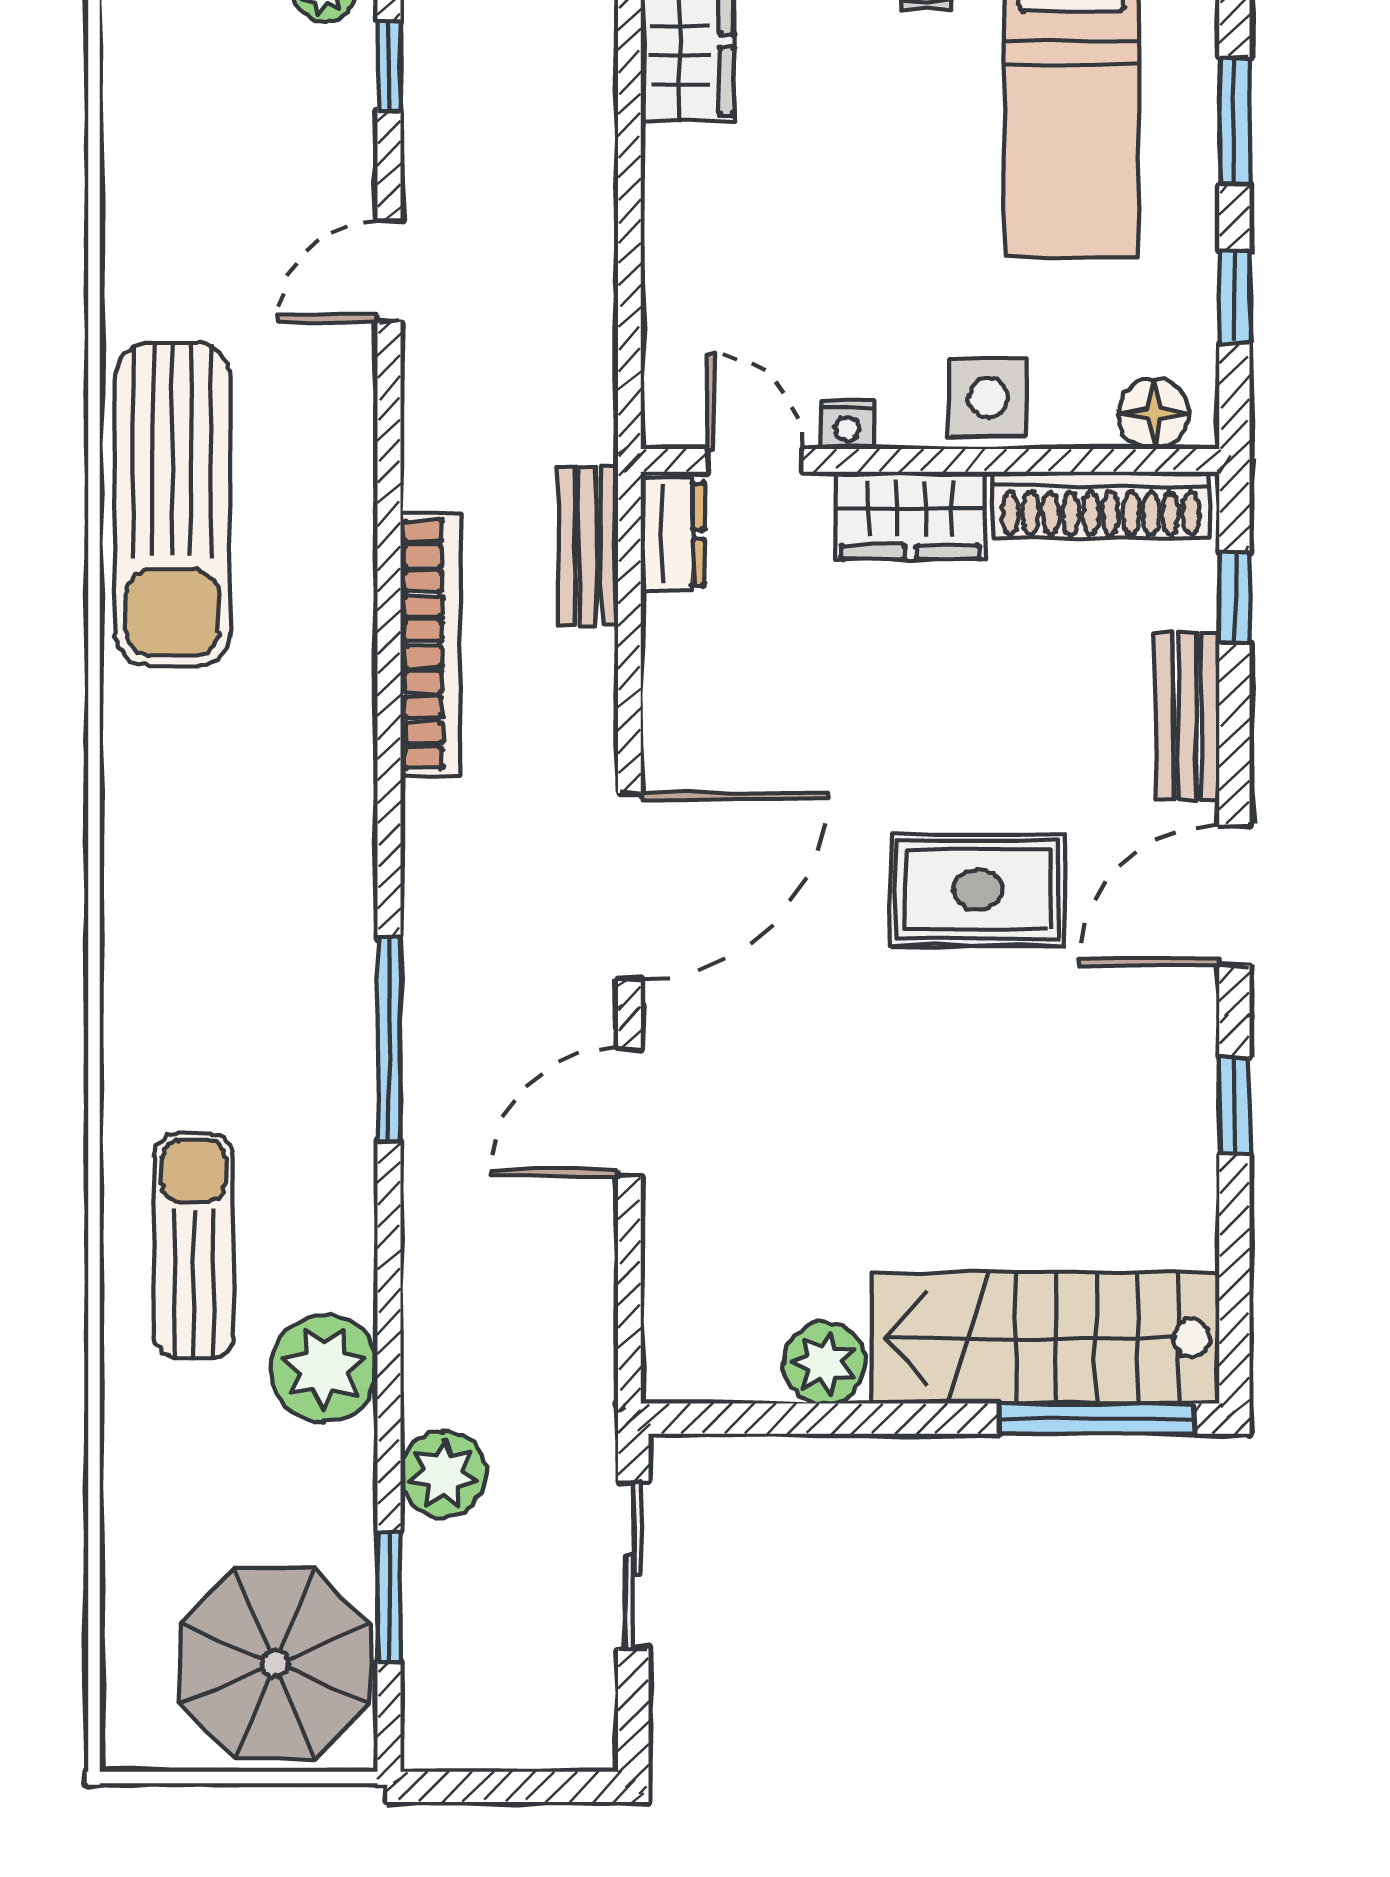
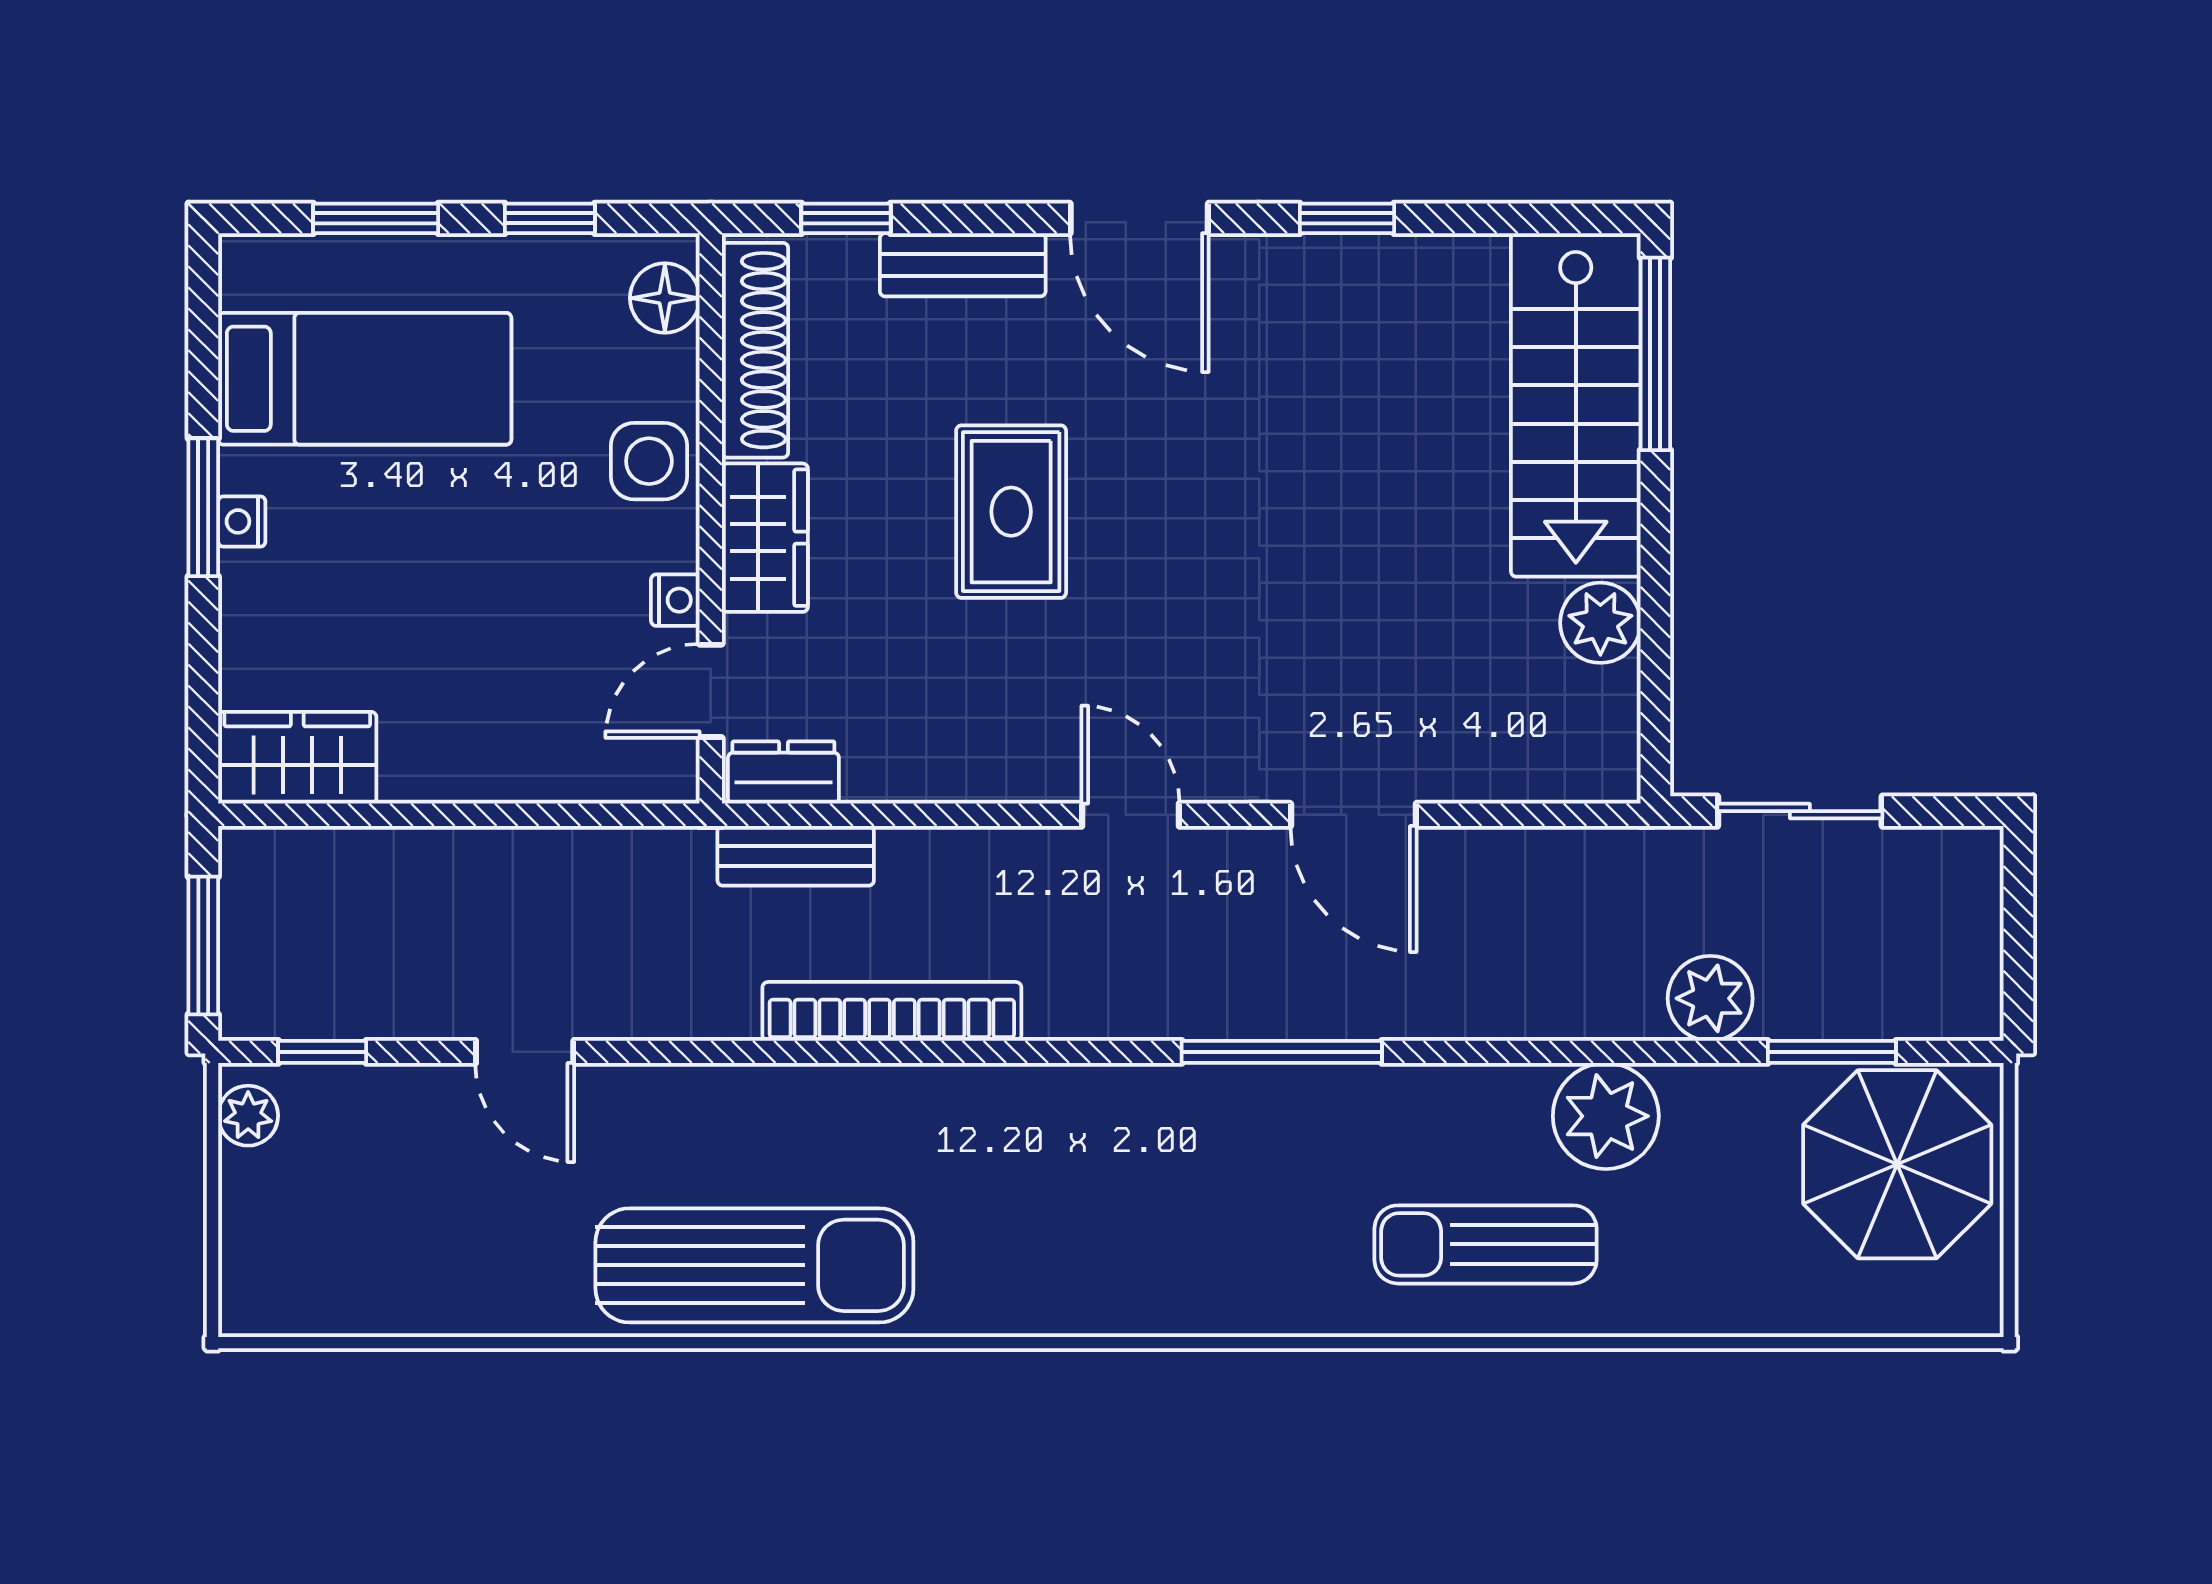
door: (629, 886) -> (1130, 815), width x0.53
rug: (978, 890) -> (1011, 512), moved

